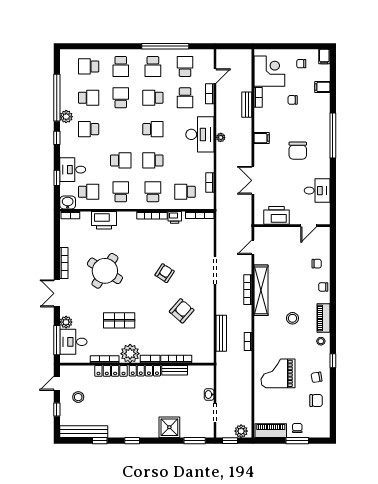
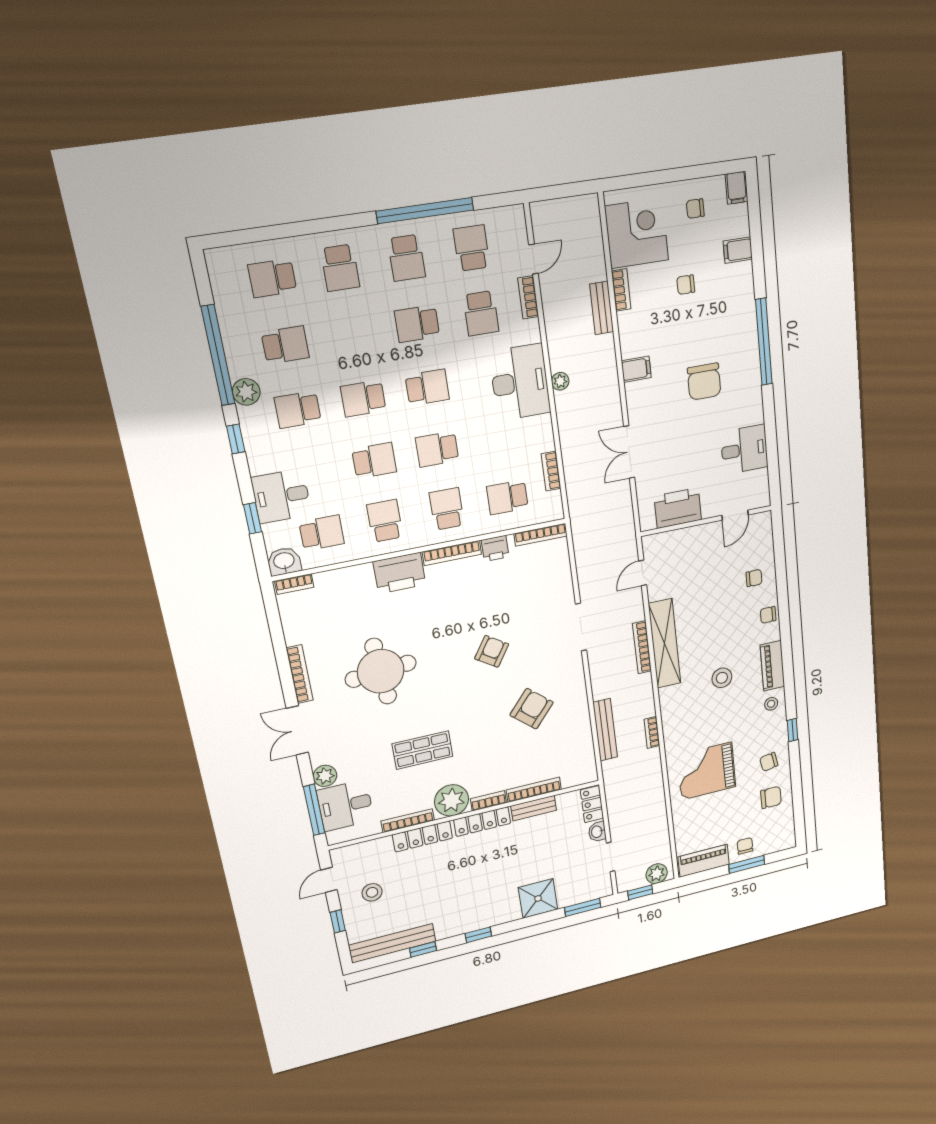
school desk: (121, 98) -> (363, 398), moved, turned -90
printer: (104, 220) -> (399, 573), moved
round table: (105, 271) -> (381, 671), turned -37
locker: (208, 377) -> (592, 804), added

